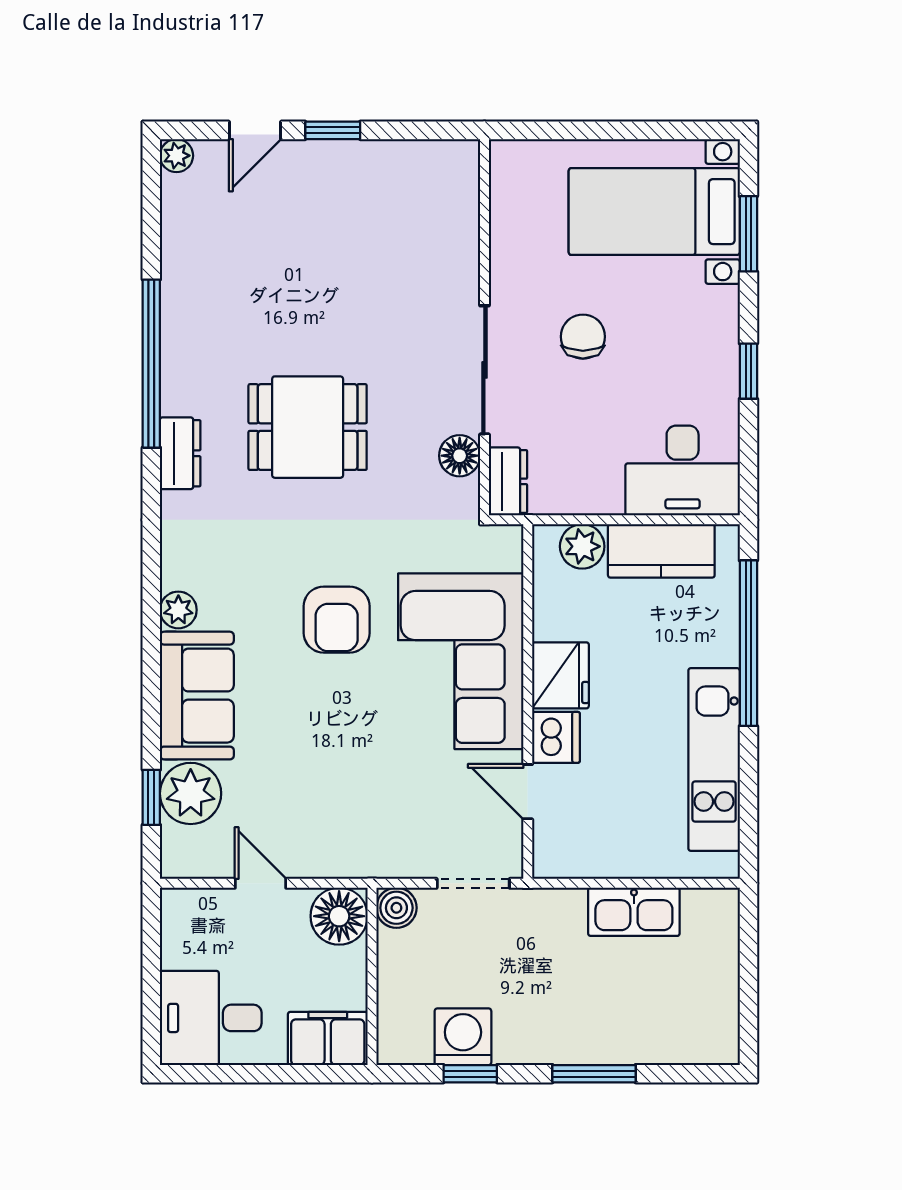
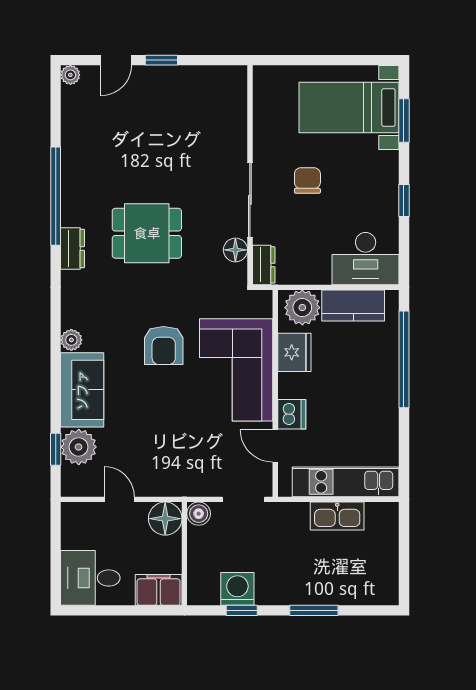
plant: (582, 546) -> (302, 308), width x1.36, depth x1.36
fridge: (560, 675) -> (294, 352), moved
kitchen unit: (714, 759) -> (346, 482), moved, turned 90

